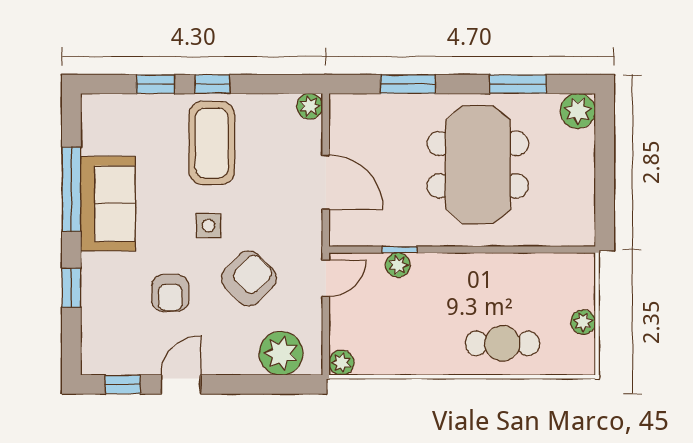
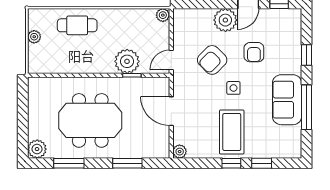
meeting table: (478, 165) -> (90, 120), turned 90
plant: (398, 265) -> (127, 61), width x1.88, depth x1.88
armchair: (170, 293) -> (254, 52), turned 180
plant: (281, 353) -> (225, 20), moved

